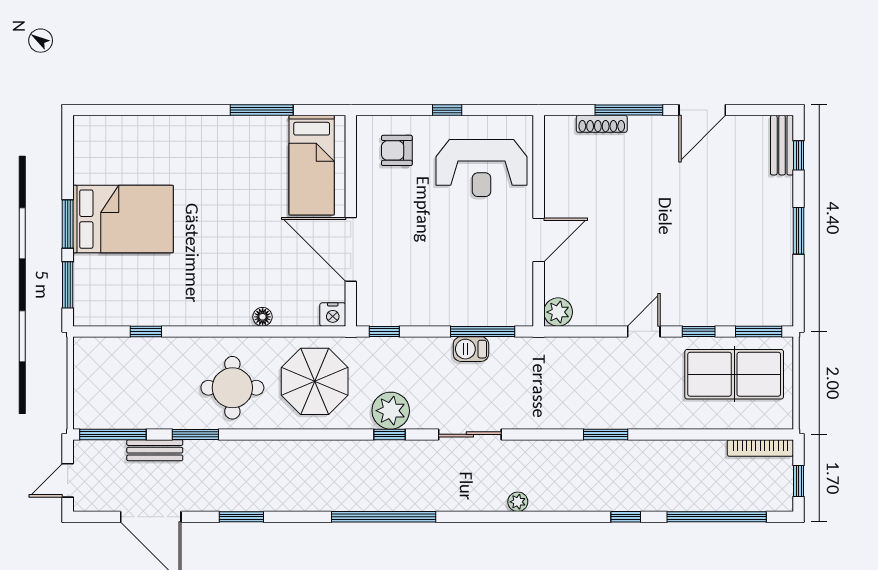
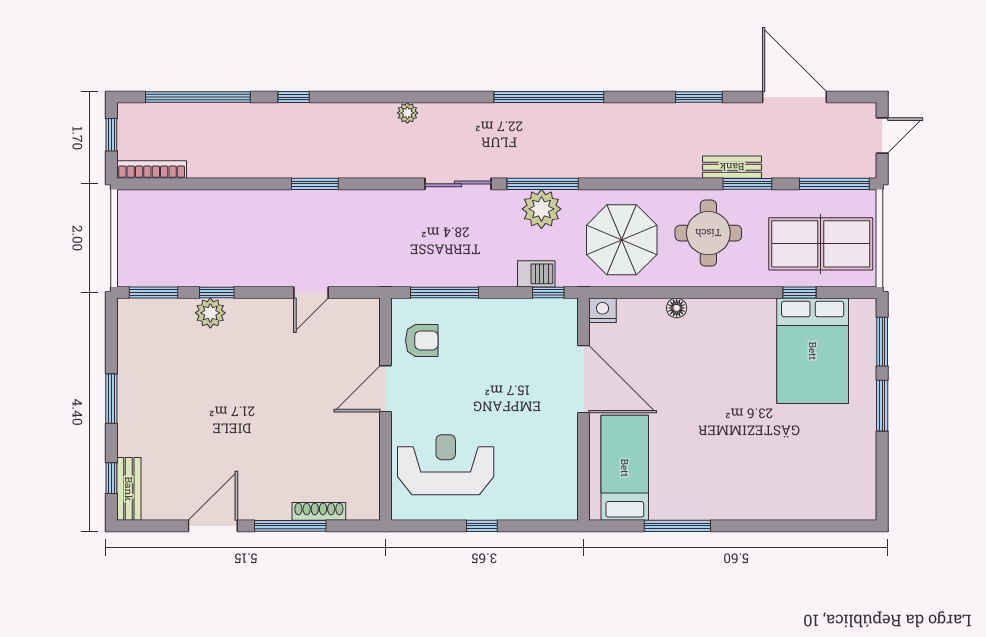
armchair: (397, 150) -> (422, 340), moved
bed: (123, 219) -> (813, 351), moved, turned -90
plant: (558, 312) -> (210, 313), moved
door: (644, 331) -> (311, 292), moved
barbecue: (471, 349) -> (536, 274), moved
table tennis table: (734, 374) -> (821, 244), moved
window: (390, 434) -> (543, 184), width x2.17
bench: (155, 450) -> (732, 167), moved

